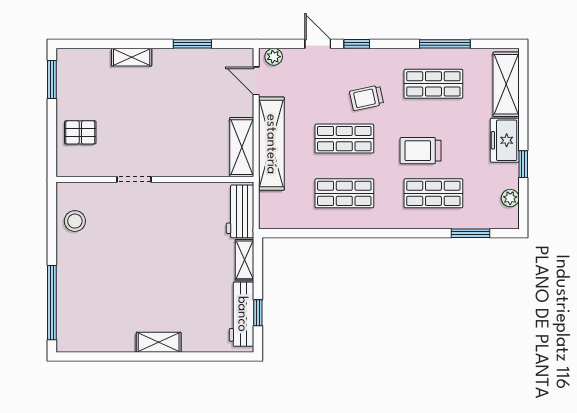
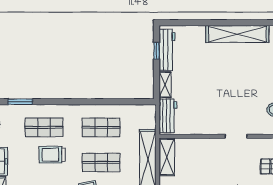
trolley: (421, 151) -> (52, 155), turned 180
shelving: (159, 342) -> (237, 34), width x2.20, depth x1.33

